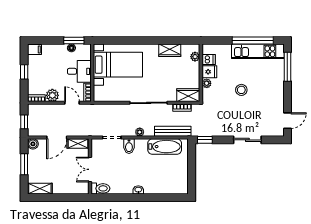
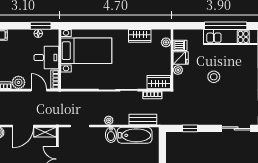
bench: (173, 131) -> (143, 119), width x0.73
window: (205, 140) -> (190, 128), moved
sliding door: (247, 140) -> (236, 128), moved
bidet: (129, 146) -> (111, 135), moved

